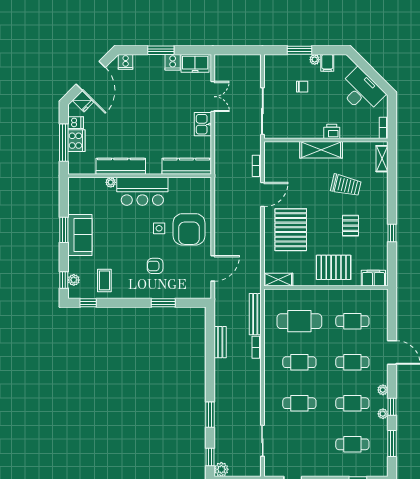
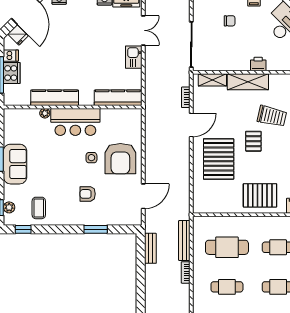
pallet: (351, 226) -> (253, 141), moved
shelving: (278, 280) -> (212, 80), moved
bench: (220, 342) -> (150, 248), moved

